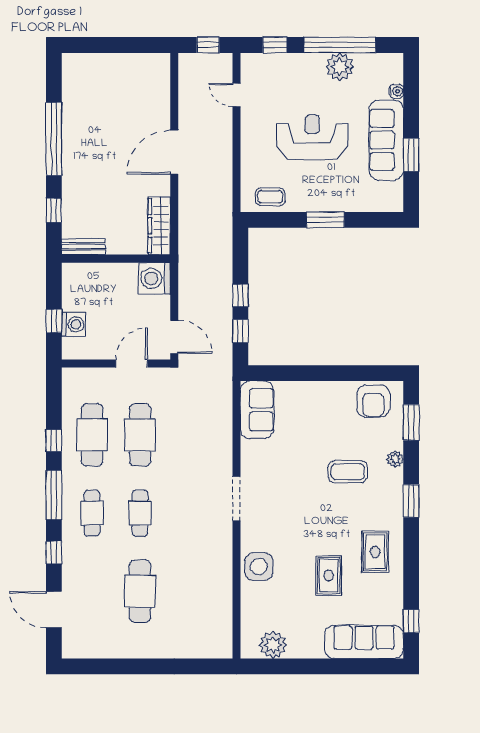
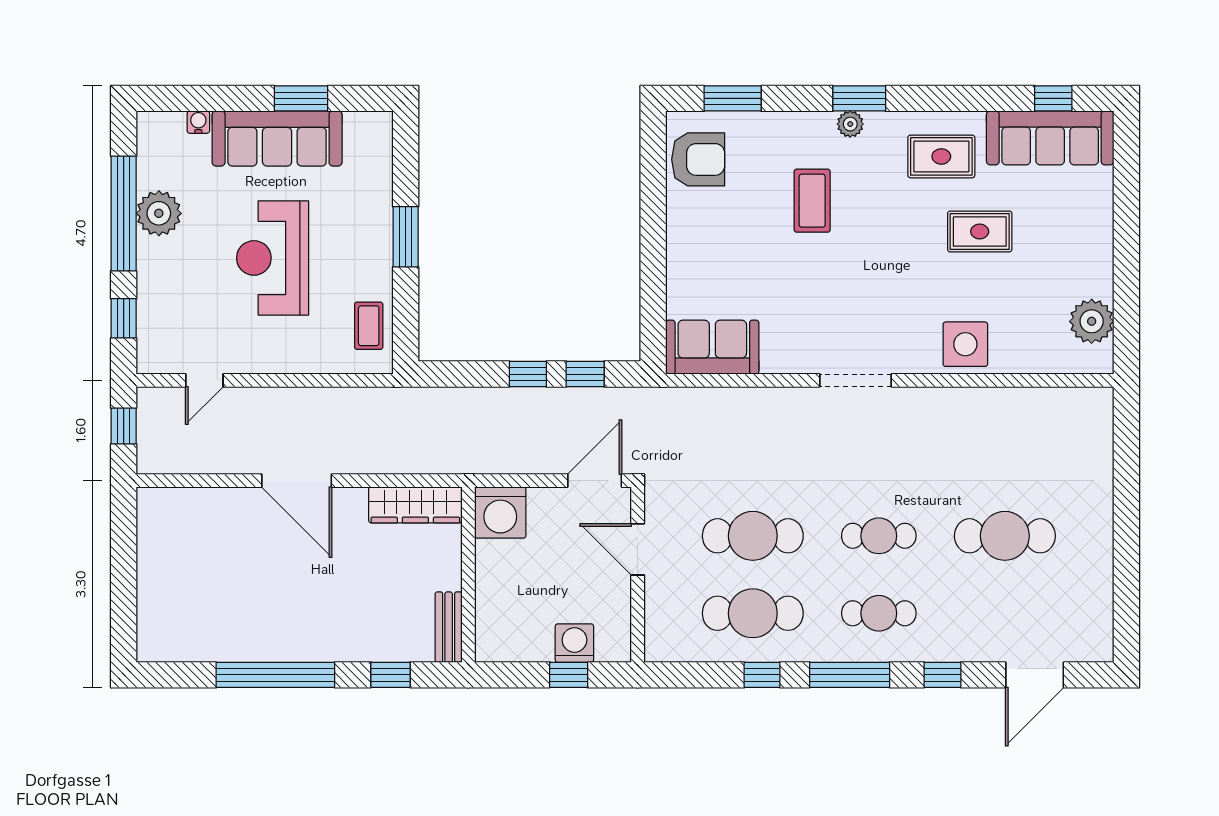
plant: (395, 459) -> (850, 124), moved
sofa: (364, 642) -> (1050, 138), moved, turned -90

